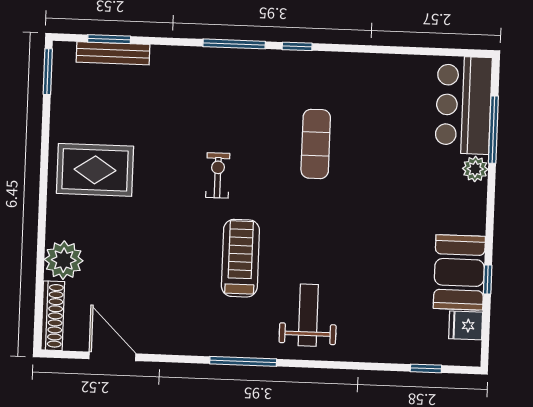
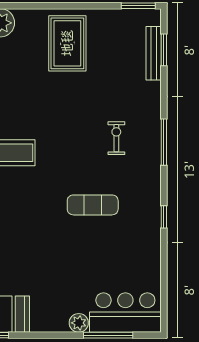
window: (297, 46) -> (164, 217), moved
exercise bike: (218, 175) -> (116, 138), moved, turned -90

